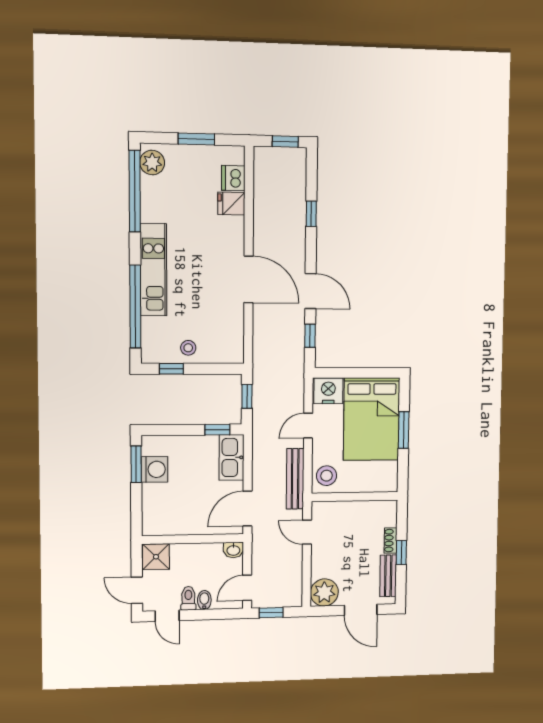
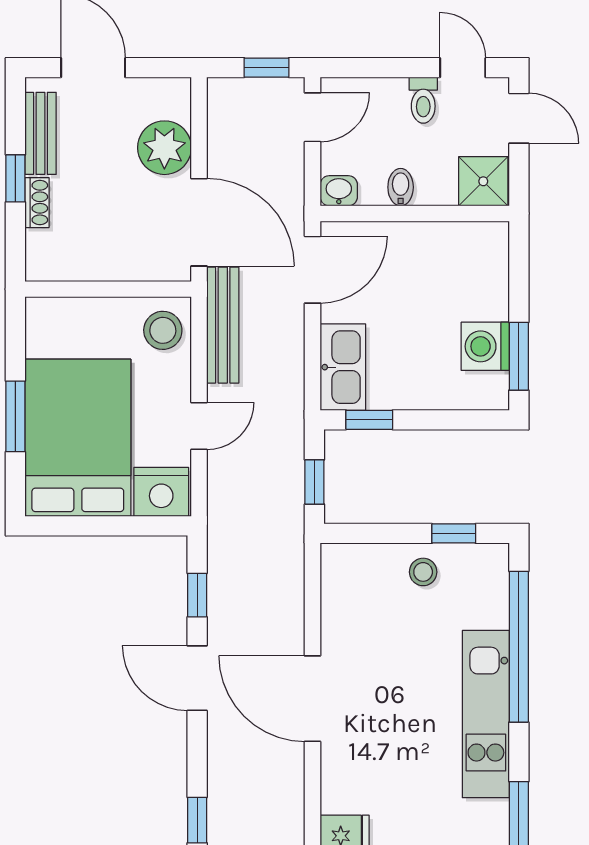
door: (307, 532) -> (199, 222), width x1.88
plant: (324, 592) -> (164, 148), moved
bidet: (204, 600) -> (401, 187), moved, turned 180

